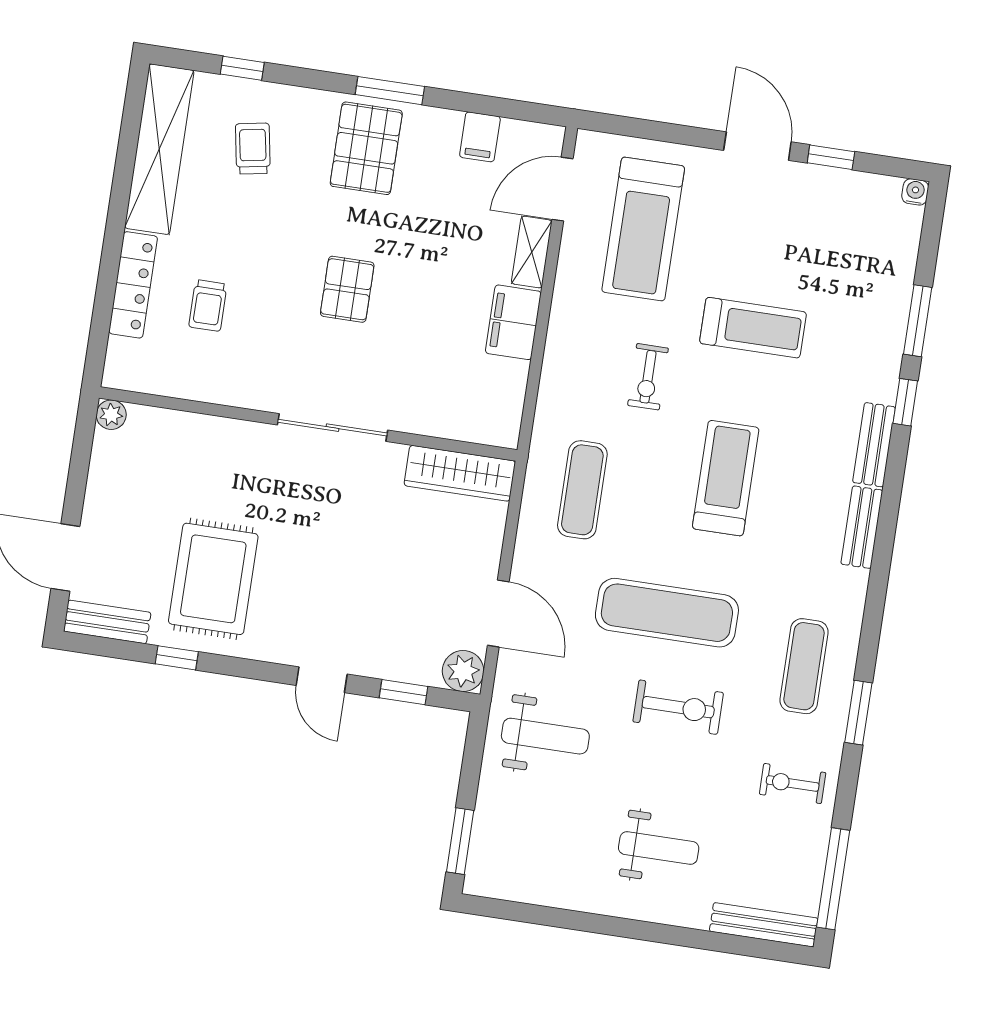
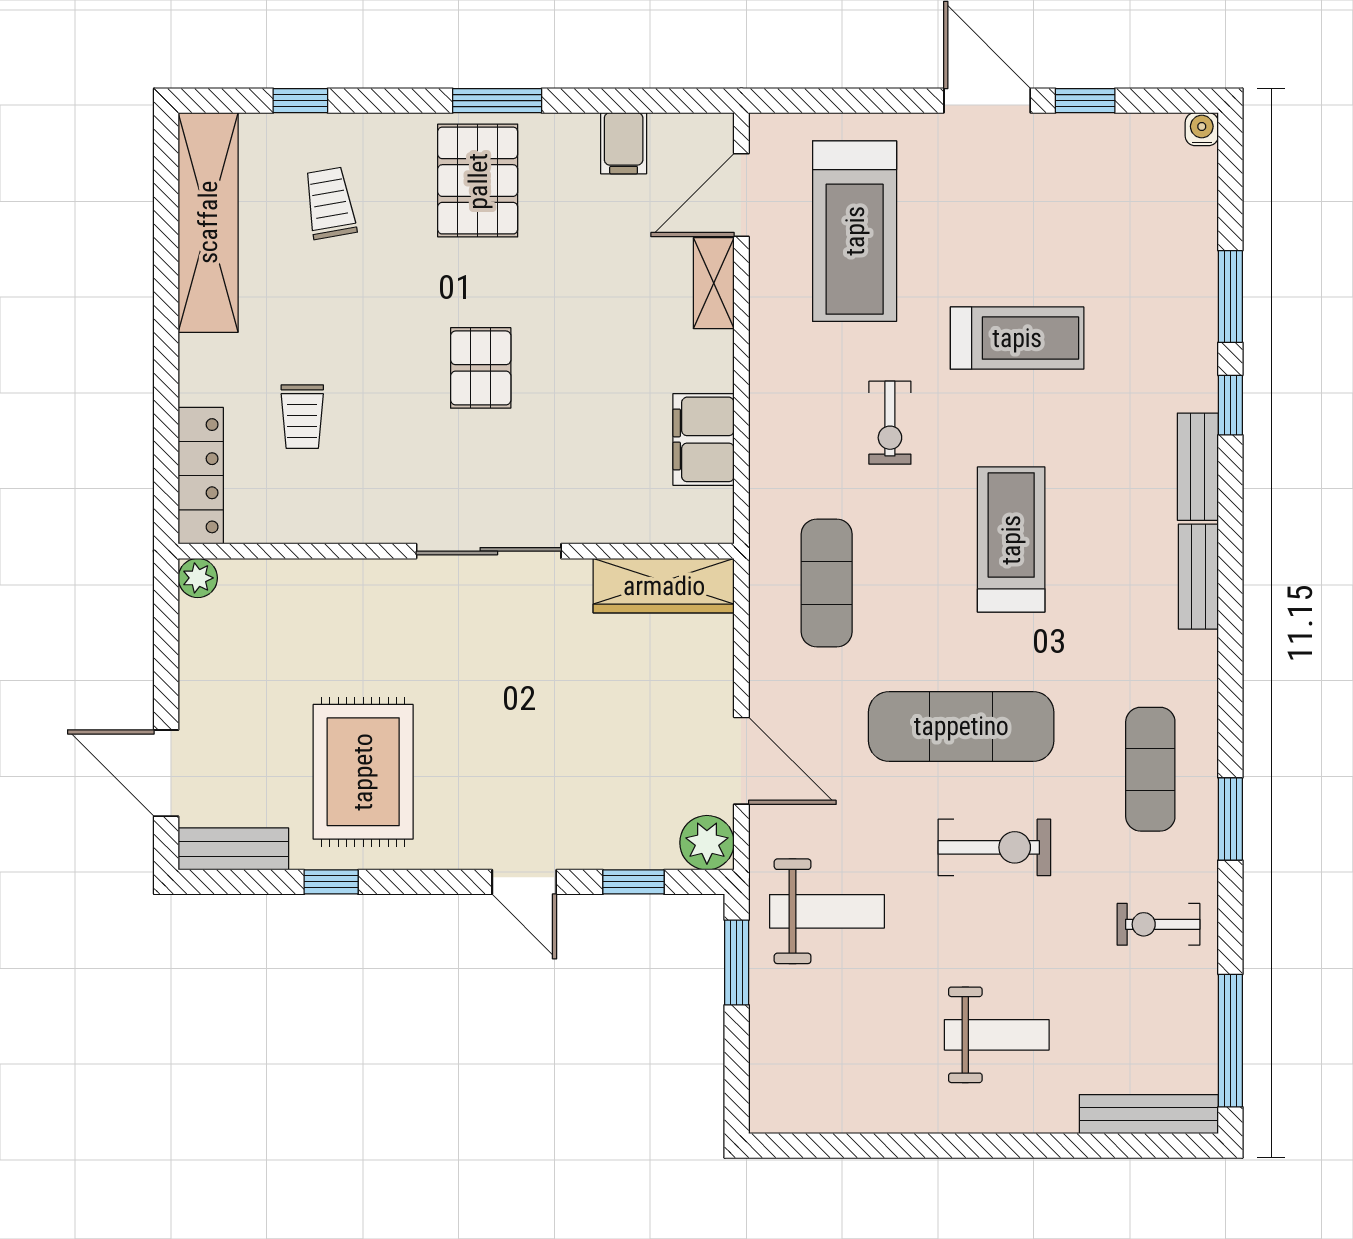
locker: (133, 285) -> (201, 476), moved
filing cabinet: (513, 322) -> (704, 439), moved
window: (460, 841) -> (737, 962), moved

